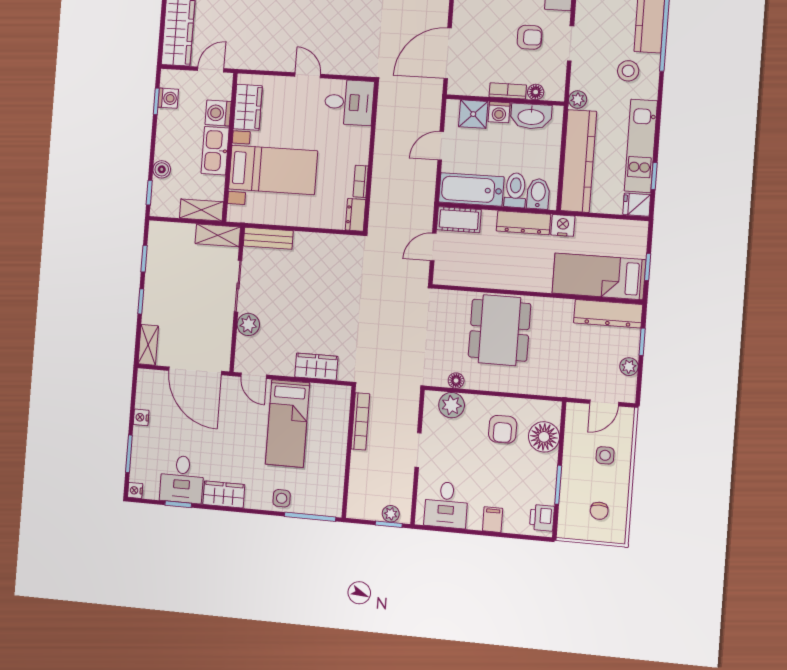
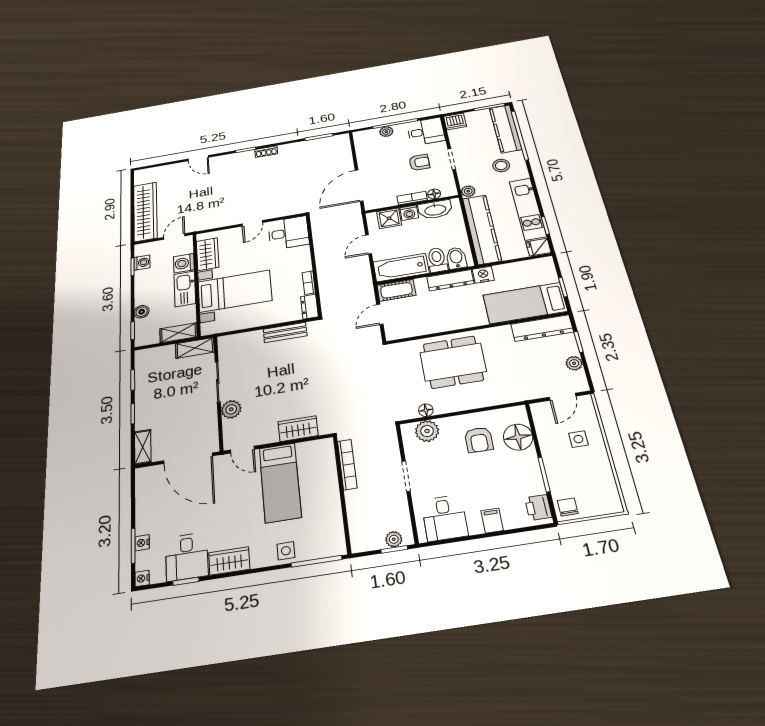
door: (308, 75) -> (252, 223), swing flipped
bench: (268, 238) -> (285, 332), moved
dining table: (500, 330) -> (453, 362), turned 90
nightstand: (141, 417) -> (142, 543), moved
chair: (599, 511) -> (568, 507), moved, turned 180

